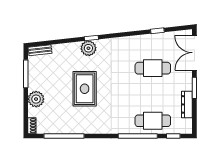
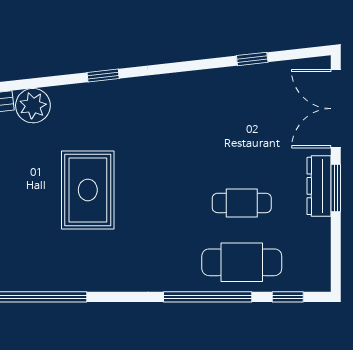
plant: (88, 48) -> (33, 106), moved
cafe table: (153, 68) -> (242, 203), moved, width x0.73, depth x0.74
dresser: (187, 104) -> (319, 186), moved

